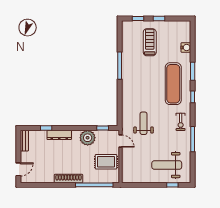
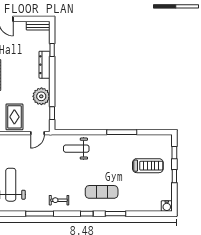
water cooler: (186, 47) -> (167, 206), moved
exercise mat: (173, 84) -> (102, 192), width x0.73, depth x0.69
weight bench: (144, 123) -> (76, 149), moved, turned 180

